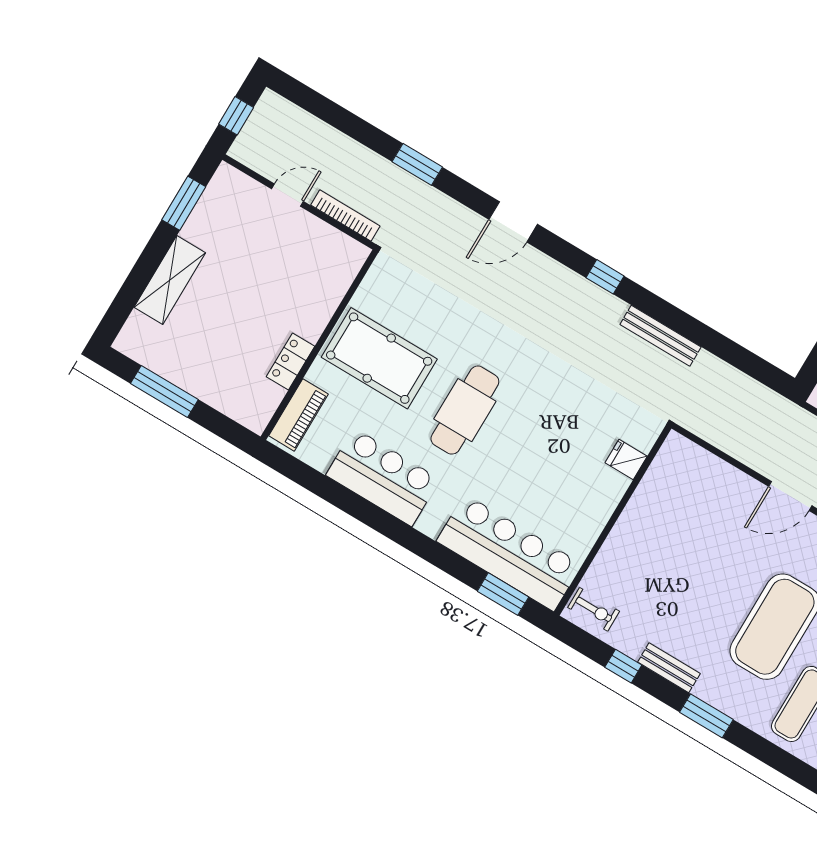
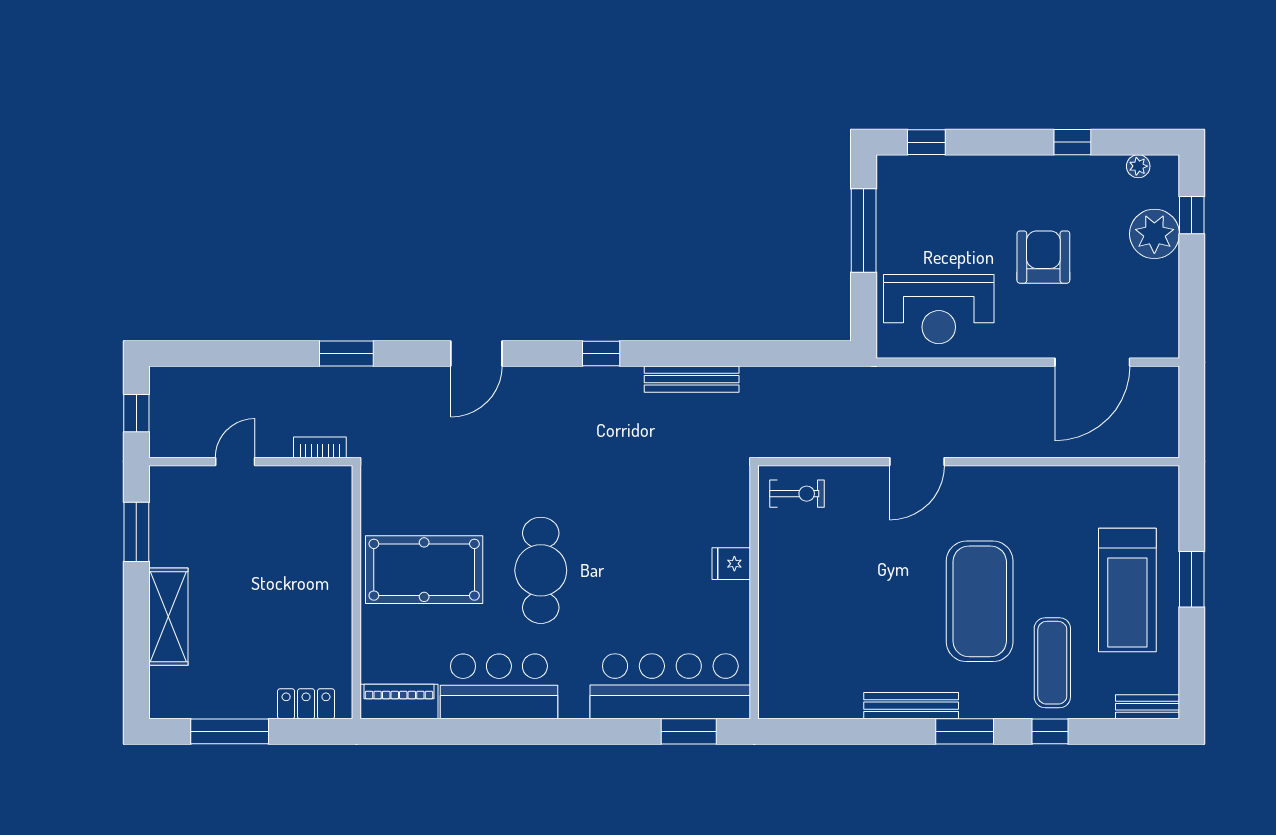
bookcase: (345, 215) -> (320, 447), width x0.64
locker: (291, 362) -> (306, 704), moved, turned 90
piano: (299, 415) -> (399, 702), moved, turned -90
fridge: (626, 459) -> (731, 564), moved
exercise bike: (594, 609) -> (797, 494), moved
window: (623, 666) -> (1050, 731), moved
bench: (669, 668) -> (911, 706), width x1.36

